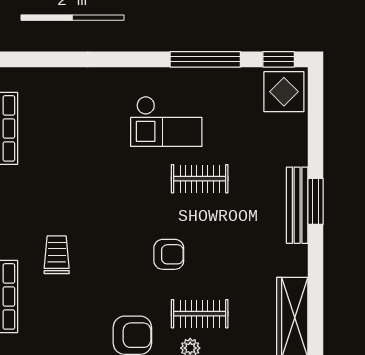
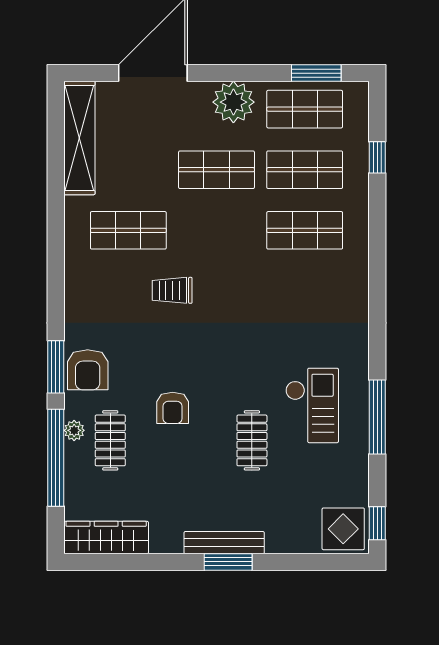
window: (205, 59) -> (377, 417), moved
checkout: (166, 121) -> (312, 405), turned 180
trolley: (57, 255) -> (172, 290), turned 180

